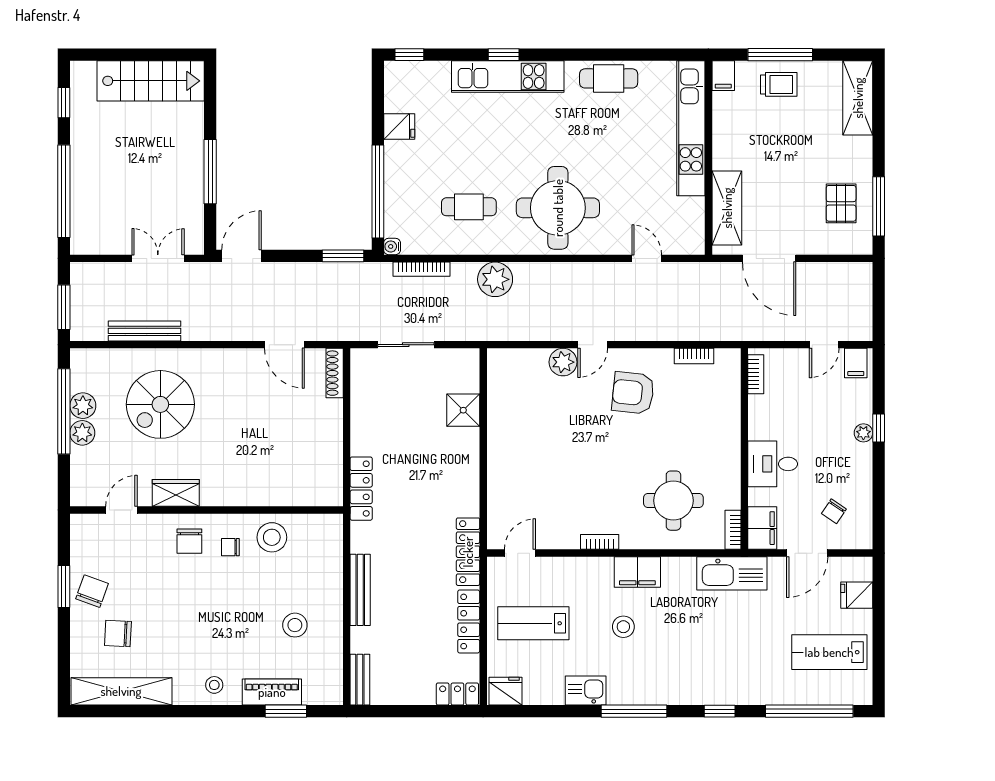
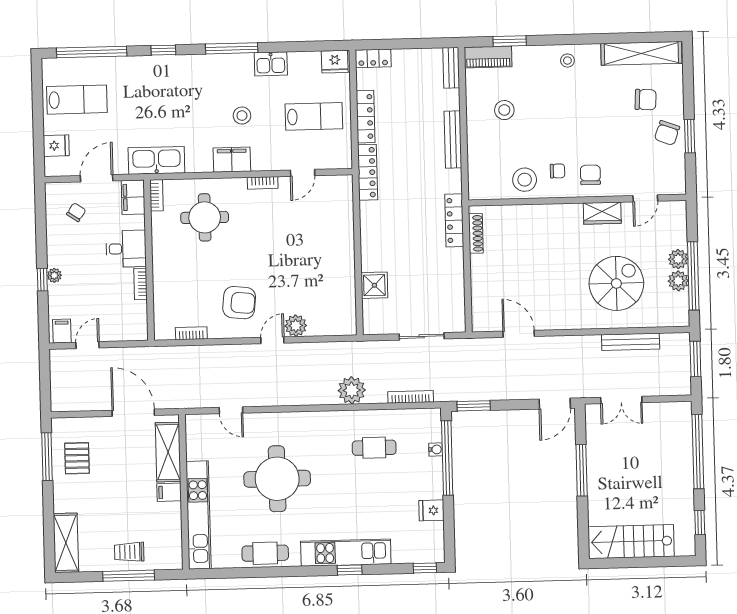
filing cabinet: (723, 76) -> (169, 492), moved, turned -90
round table: (558, 208) -> (277, 479), moved
water cooler: (392, 246) -> (436, 449), moved
shoe rack: (335, 373) -> (476, 233), moved
bookcase: (756, 374) -> (141, 284), moved
door: (520, 553) -> (303, 173), moved
piano: (272, 692) -> (488, 57), moved

